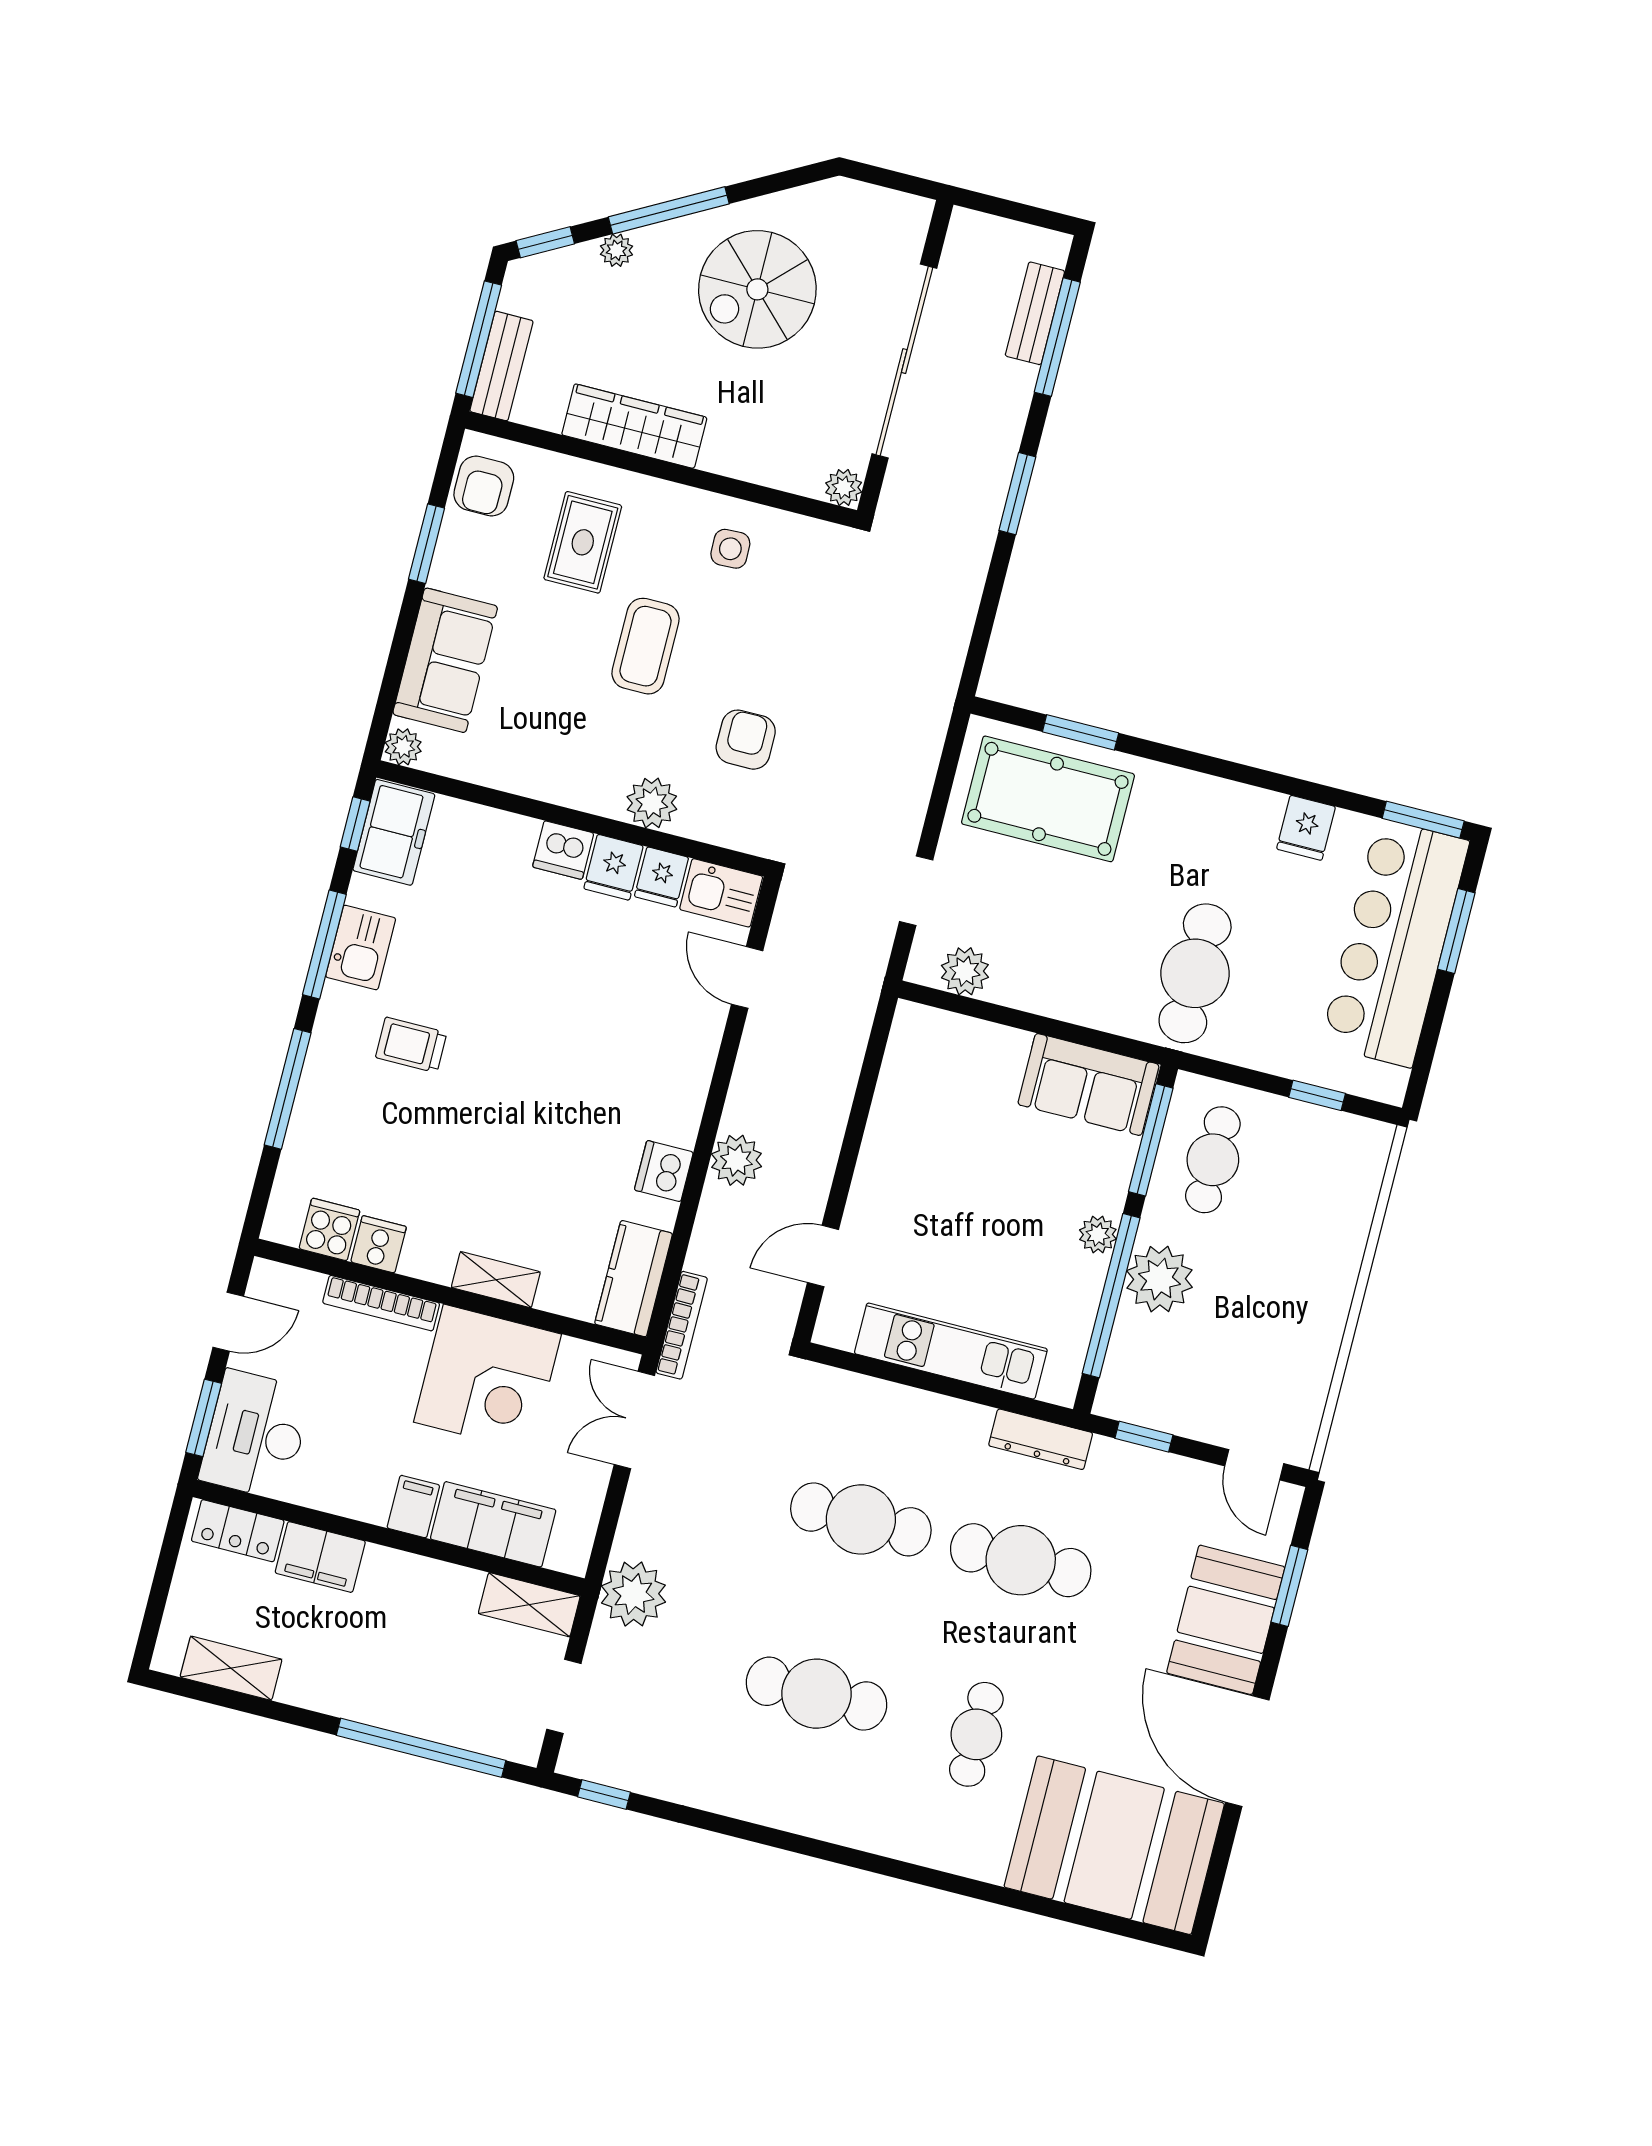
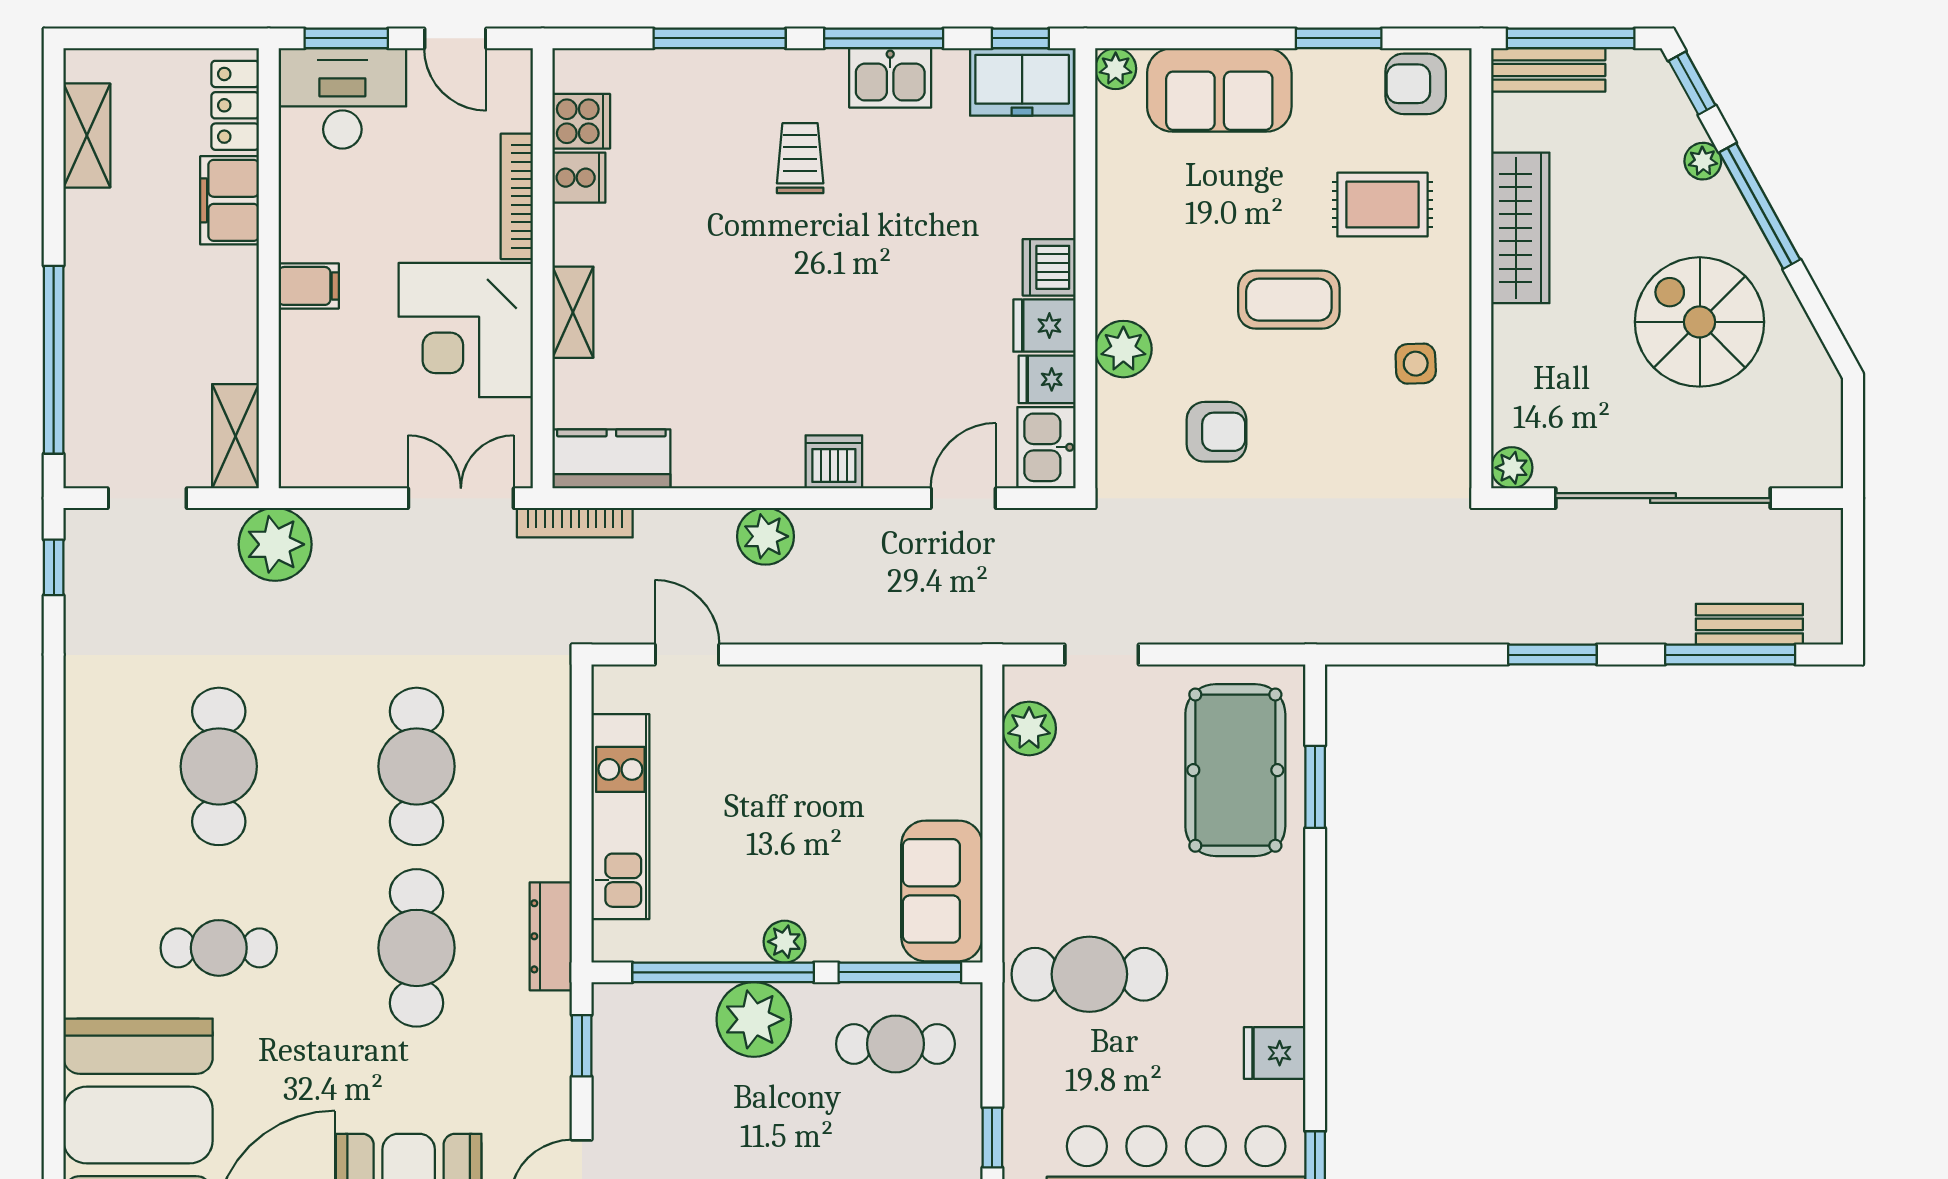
dishwasher: (664, 1171) -> (834, 462), moved
filing cabinet: (493, 1524) -> (311, 376), removed

